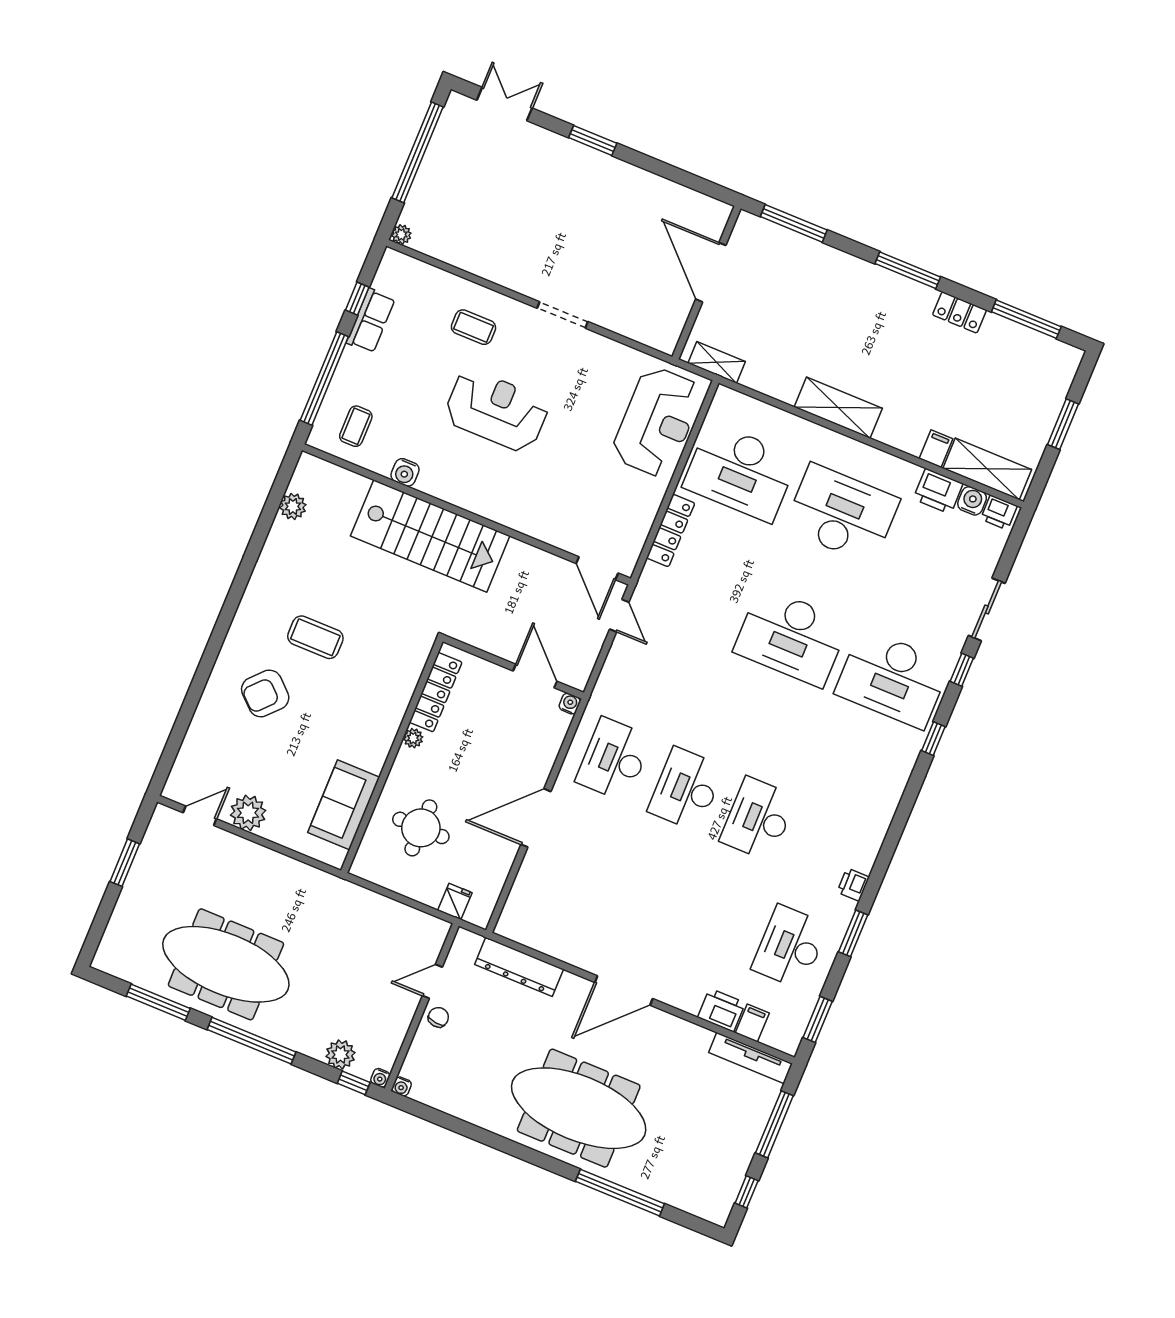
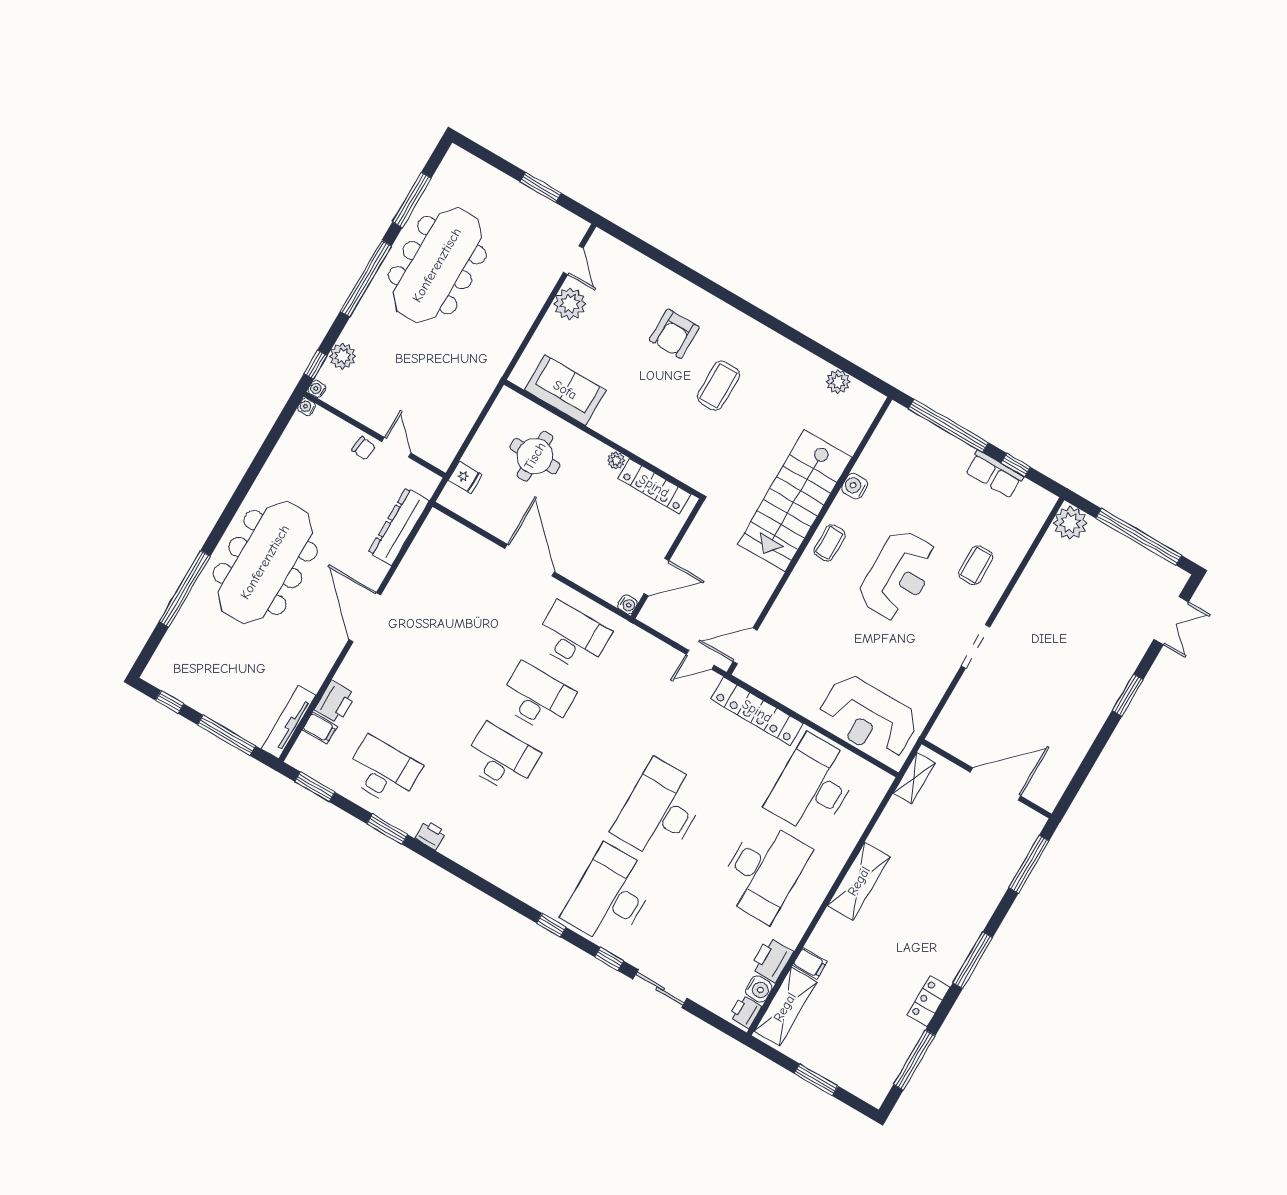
plant: (401, 235) -> (1070, 523), width x1.87, depth x1.87
coffee table: (356, 426) -> (830, 543), moved, turned 90
locker: (671, 531) -> (757, 711), width x1.41, depth x1.21
armchair: (265, 693) -> (674, 334), turned -133

